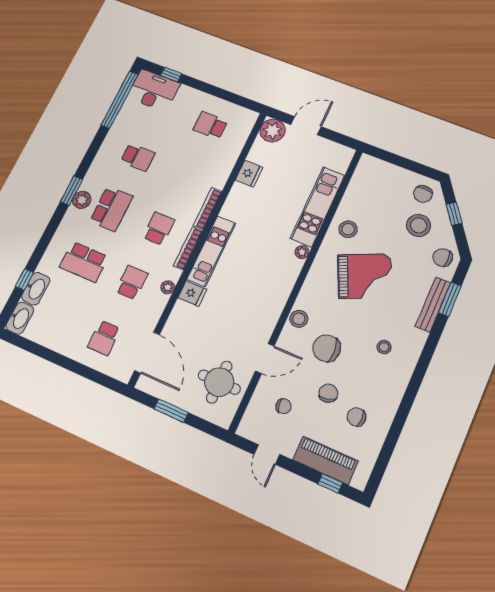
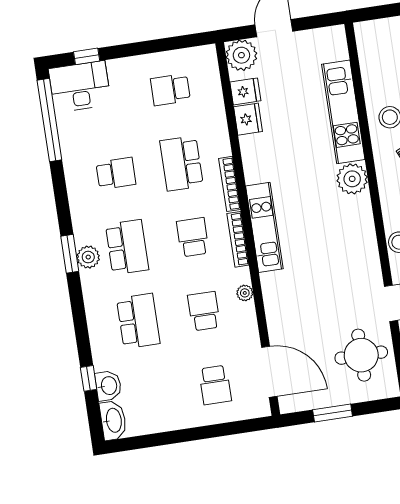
school desk: (185, 176) -> (182, 163), added
plant: (302, 252) -> (352, 179), width x1.88, depth x1.88
school desk: (84, 262) -> (138, 321), turned -90
washbasin: (36, 289) -> (108, 386), width x0.72
fridge: (192, 294) -> (245, 91), moved

